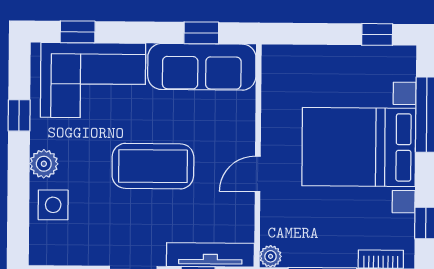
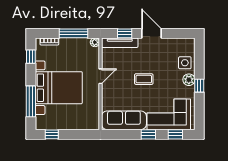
window: (201, 33) -> (148, 134), moved
window: (19, 115) -> (199, 86), moved
coffee table: (153, 166) -> (144, 79), width x0.54, depth x0.58

